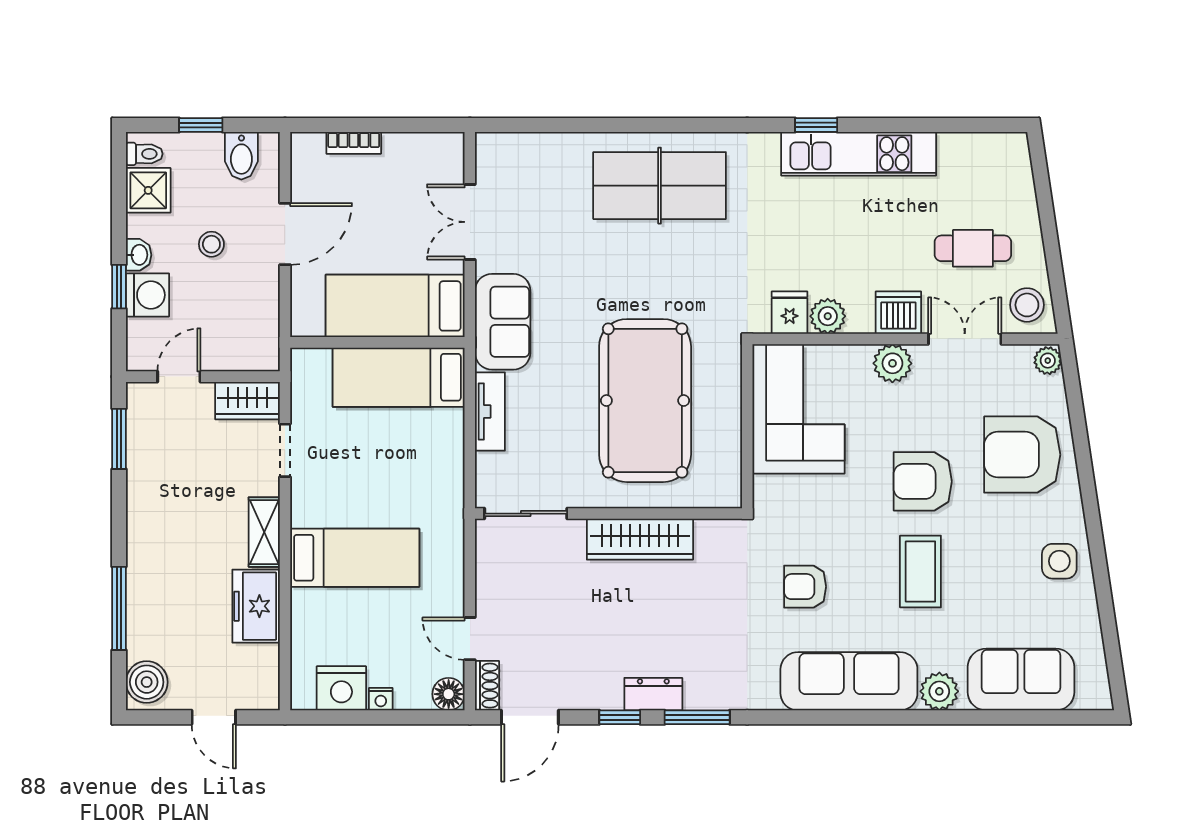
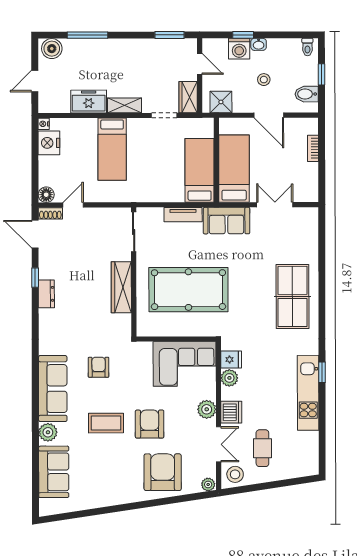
shower: (148, 190) -> (221, 102), moved
side table: (1059, 561) -> (111, 490), removed
nightstand: (381, 699) -> (44, 124), moved
window: (697, 717) -> (35, 315), removed

